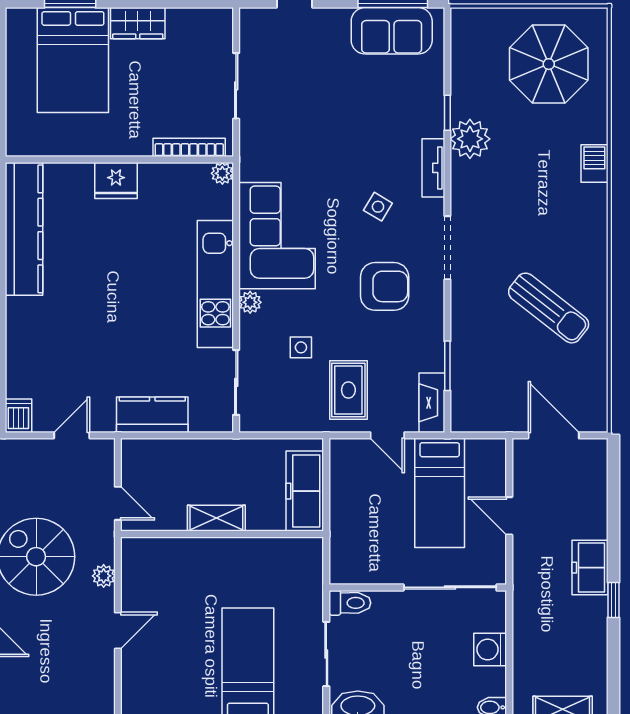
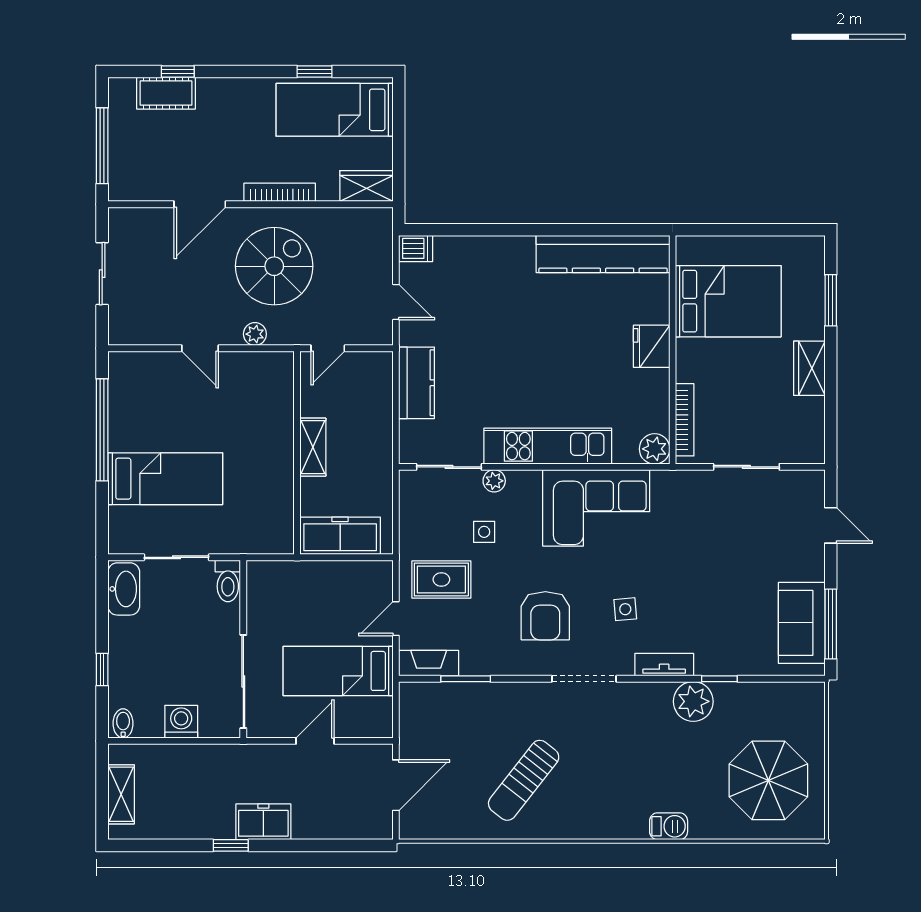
bed: (73, 60) -> (728, 301), moved, turned 180
plant: (222, 173) -> (655, 449), width x1.38, depth x1.38
side table: (378, 207) -> (625, 609), turned -36
plant: (250, 302) -> (494, 481), moved

